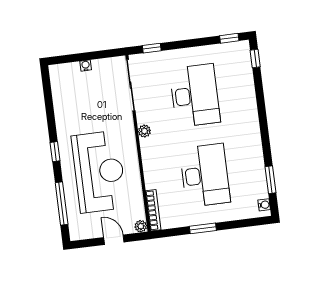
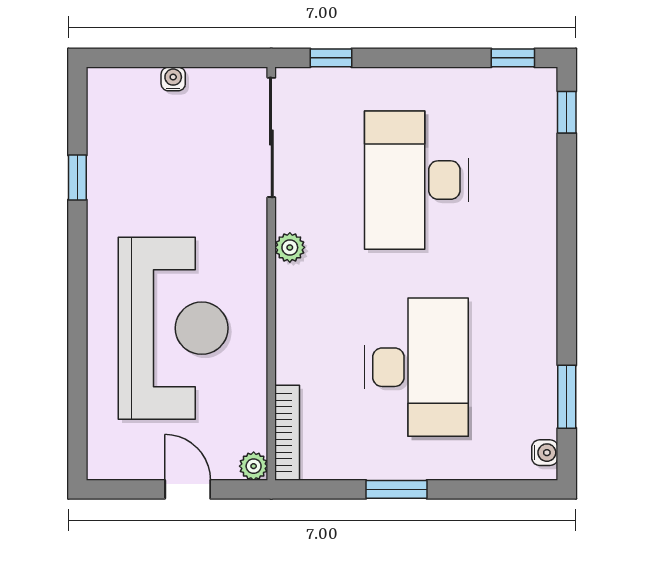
desk: (195, 96) -> (416, 180), turned 180
window: (55, 152) -> (77, 178), moved
window: (62, 203) -> (77, 390), removed

